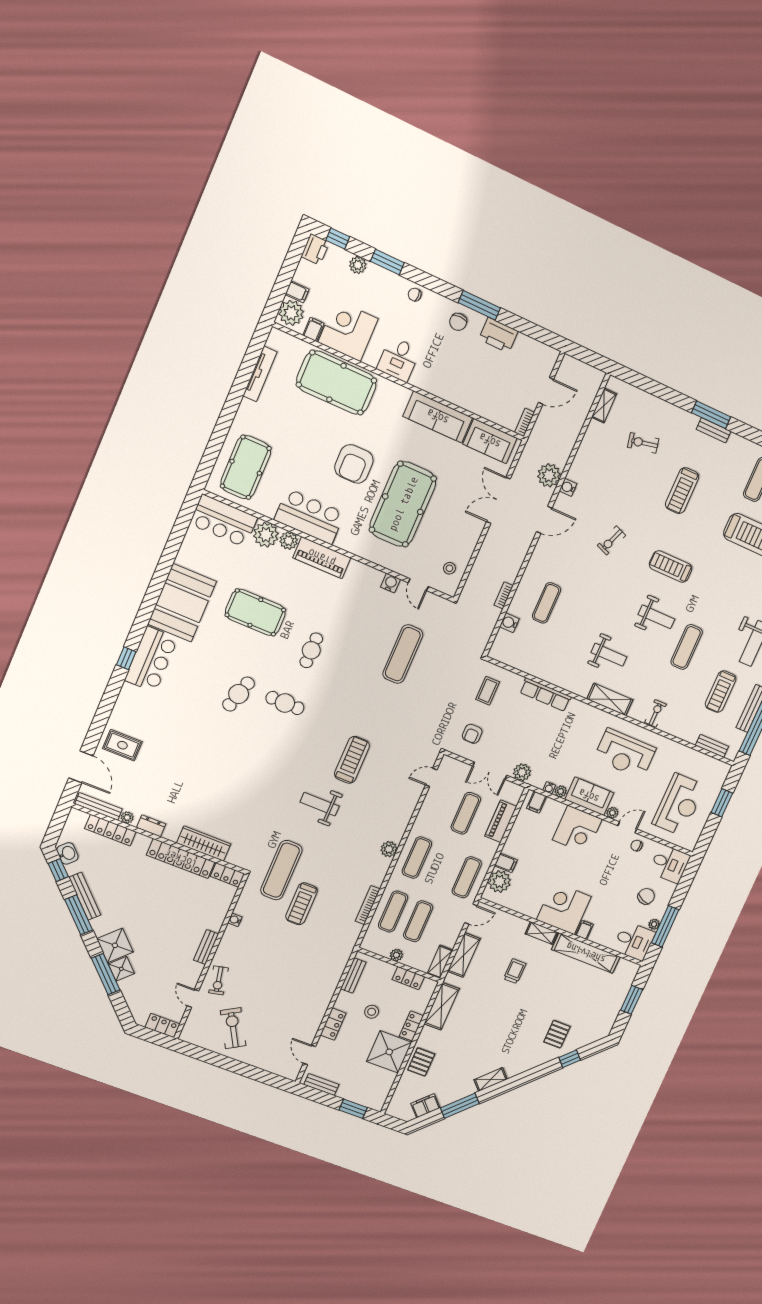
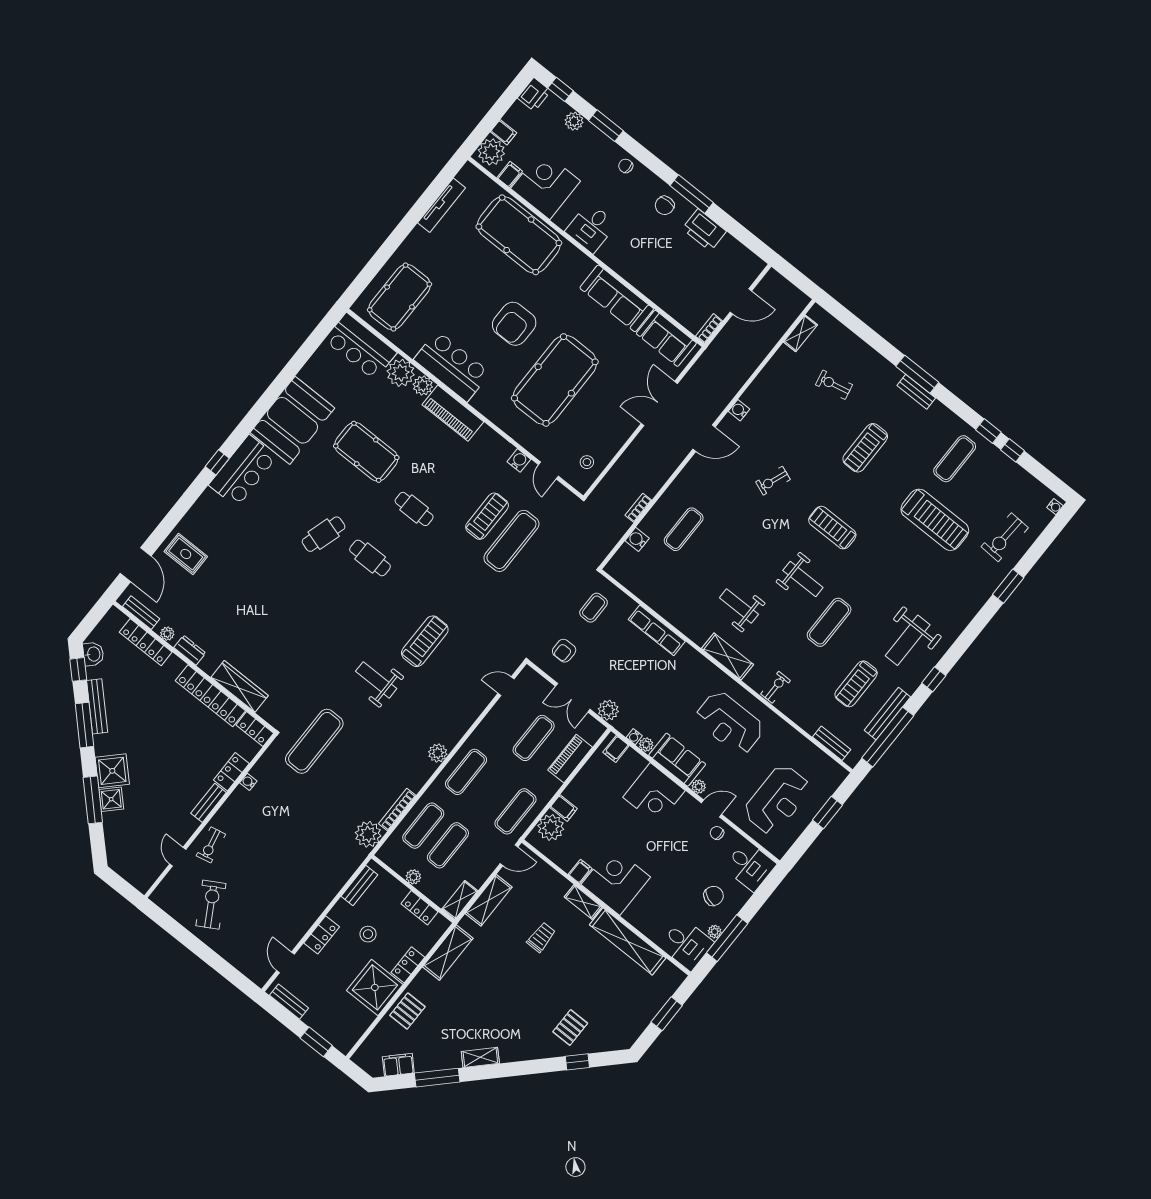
plant: (549, 475) -> (368, 834), moved
cafe table: (311, 650) -> (414, 509), turned 90
weight bench: (609, 655) -> (739, 606), turned 180
bench: (99, 806) -> (141, 613), width x0.73
treadmill: (302, 904) -> (487, 516), moved, turned 180
filing cabinet: (584, 930) -> (580, 871), moved
locker: (162, 1026) -> (231, 772), moved, turned -90

